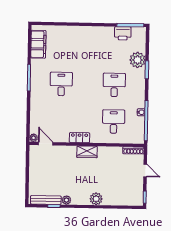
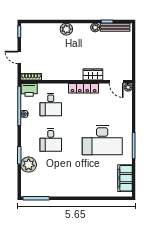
printer: (123, 33) -> (29, 90), moved, turned 180
desk: (61, 84) -> (102, 140), width x1.87, depth x1.30
locker: (80, 138) -> (84, 88), width x1.53
wardrobe: (87, 152) -> (93, 75), moved

